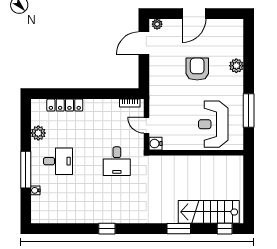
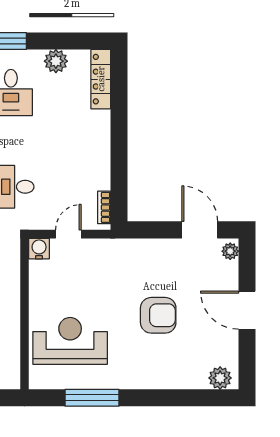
plant: (236, 66) -> (220, 378), moved
locker: (65, 105) -> (101, 79), moved

